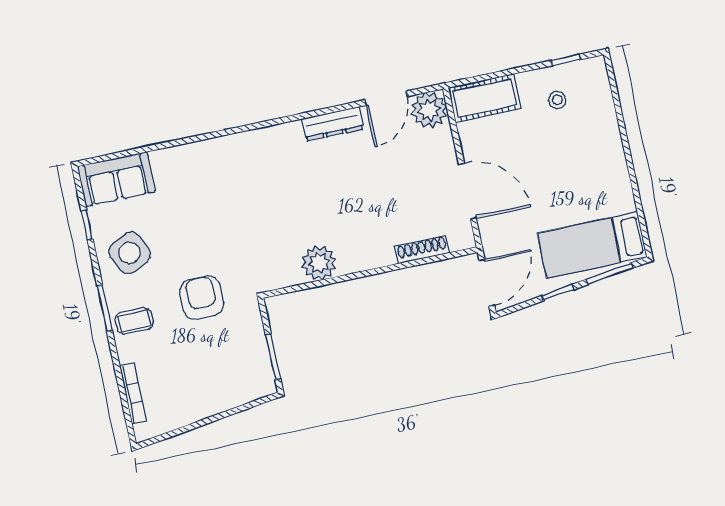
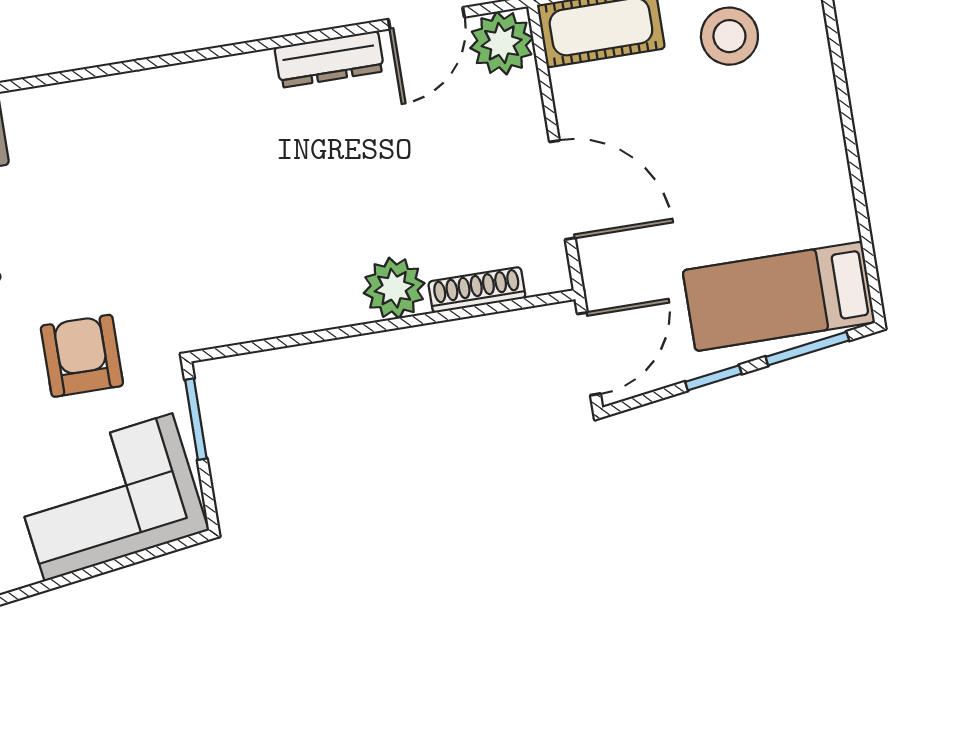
stool: (557, 100) -> (729, 36), width x1.89, depth x1.89
plant: (319, 263) -> (394, 288), moved
window: (273, 357) -> (196, 419), moved
corner sofa: (220, 377) -> (108, 497), added

